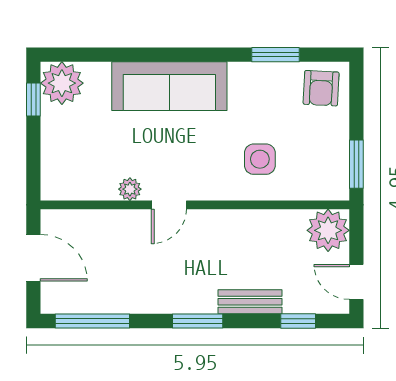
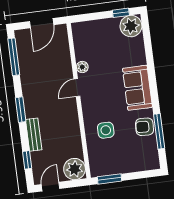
window: (276, 55) -> (159, 131), width x1.44
sofa: (169, 86) -> (137, 88), width x0.73
armchair: (321, 88) -> (145, 127), moved
door: (169, 205) -> (77, 88), hinge flipped

